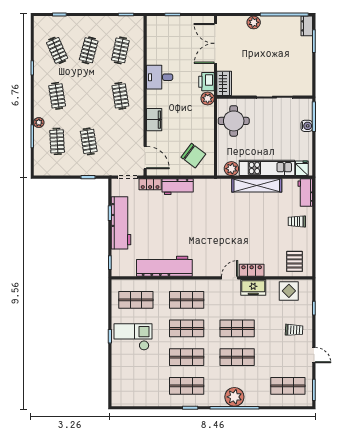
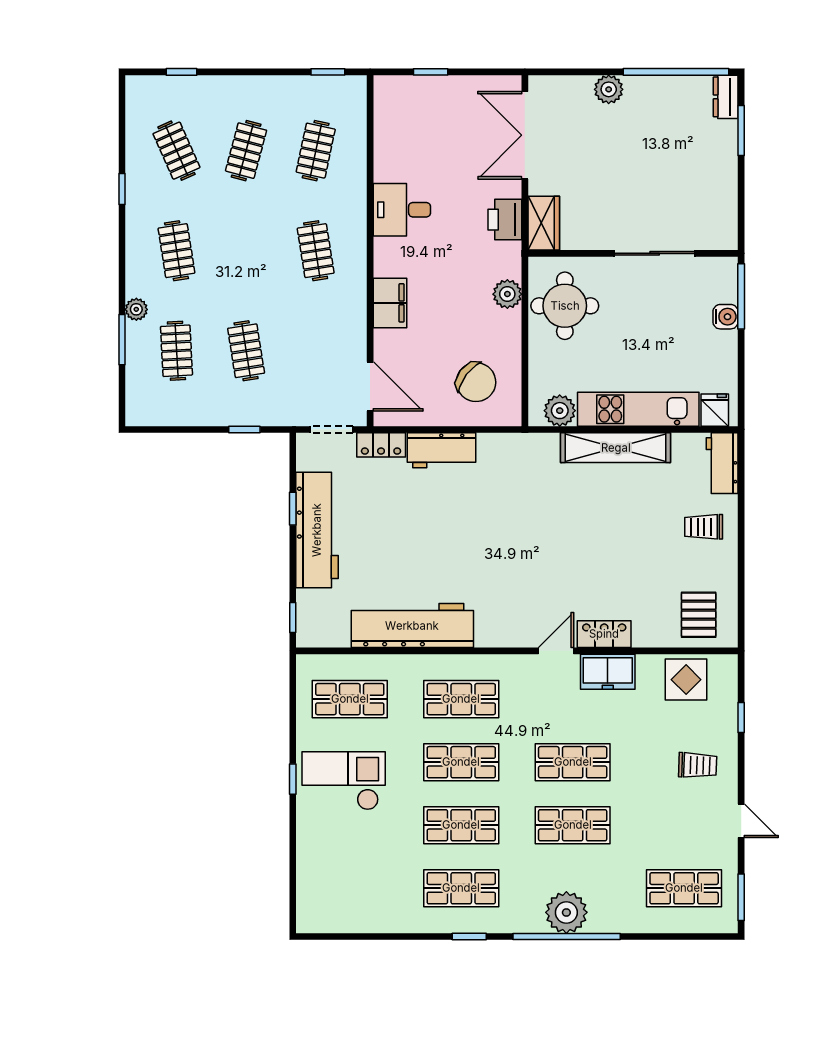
plant: (208, 98) -> (507, 294), moved

